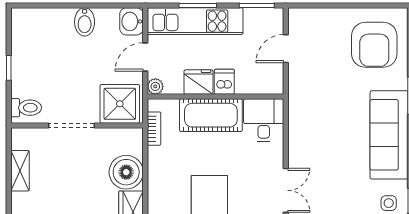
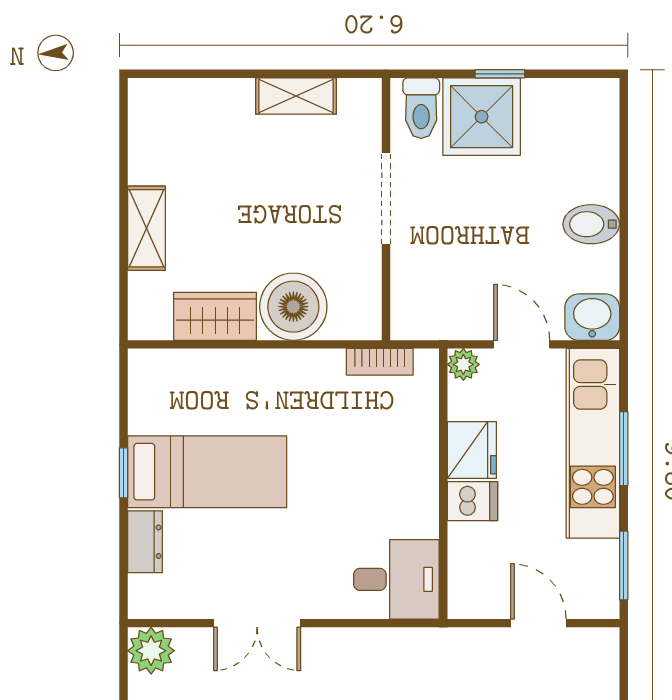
shower: (120, 104) -> (482, 117), moved
cot: (211, 115) -> (406, 475), removed

